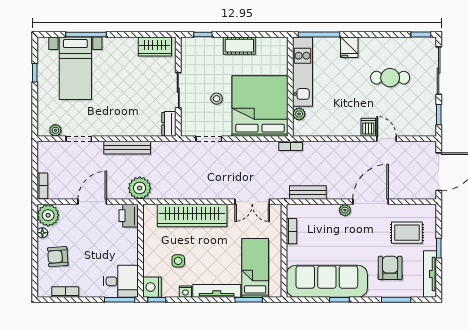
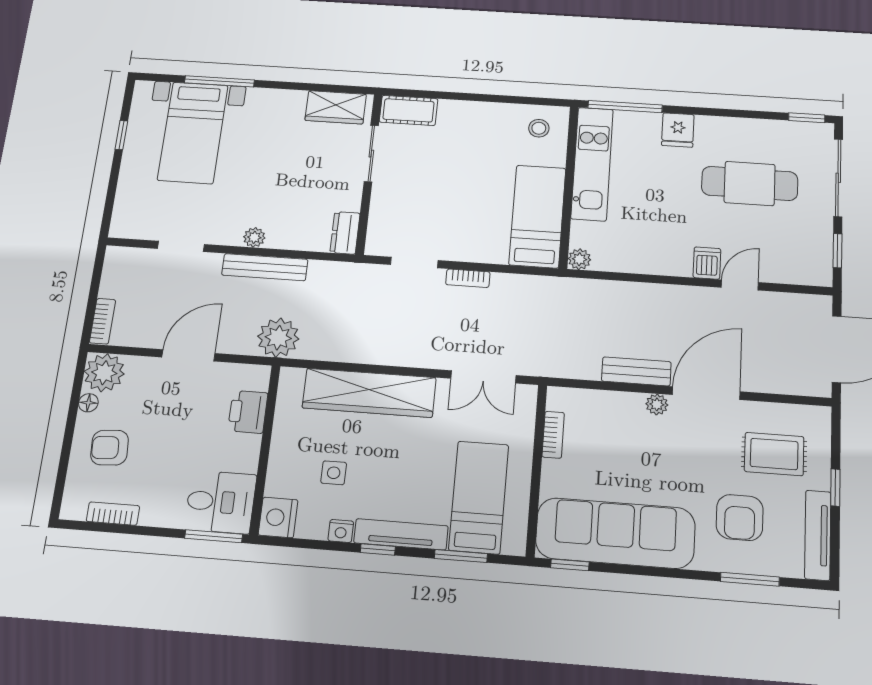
window: (203, 35) -> (421, 94), removed
cot: (239, 46) -> (409, 110), moved
cafe table: (390, 78) -> (750, 183), width x1.37, depth x1.35
sliding door: (178, 90) -> (371, 154), moved
stool: (217, 99) -> (539, 128), moved
bed: (260, 106) -> (537, 216), width x0.49
plant: (299, 114) -> (579, 259), moved
plant: (55, 130) -> (254, 237), moved
door: (386, 139) -> (740, 285), hinge flipped
bookcase: (291, 146) -> (468, 278), moved
bench: (308, 193) -> (636, 371), moved
printer: (129, 216) -> (248, 412), moved
armchair: (390, 268) -> (740, 518), turned 180
window: (157, 300) -> (378, 549), moved
window: (339, 300) -> (570, 565), moved

